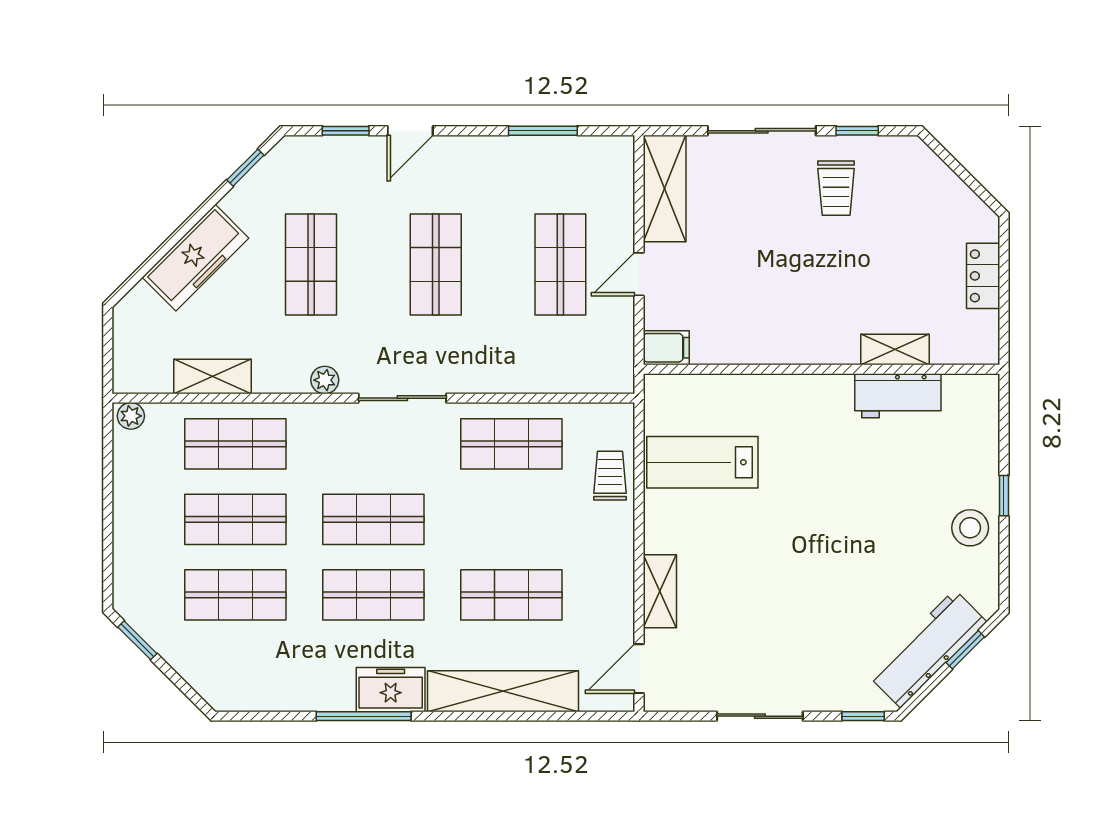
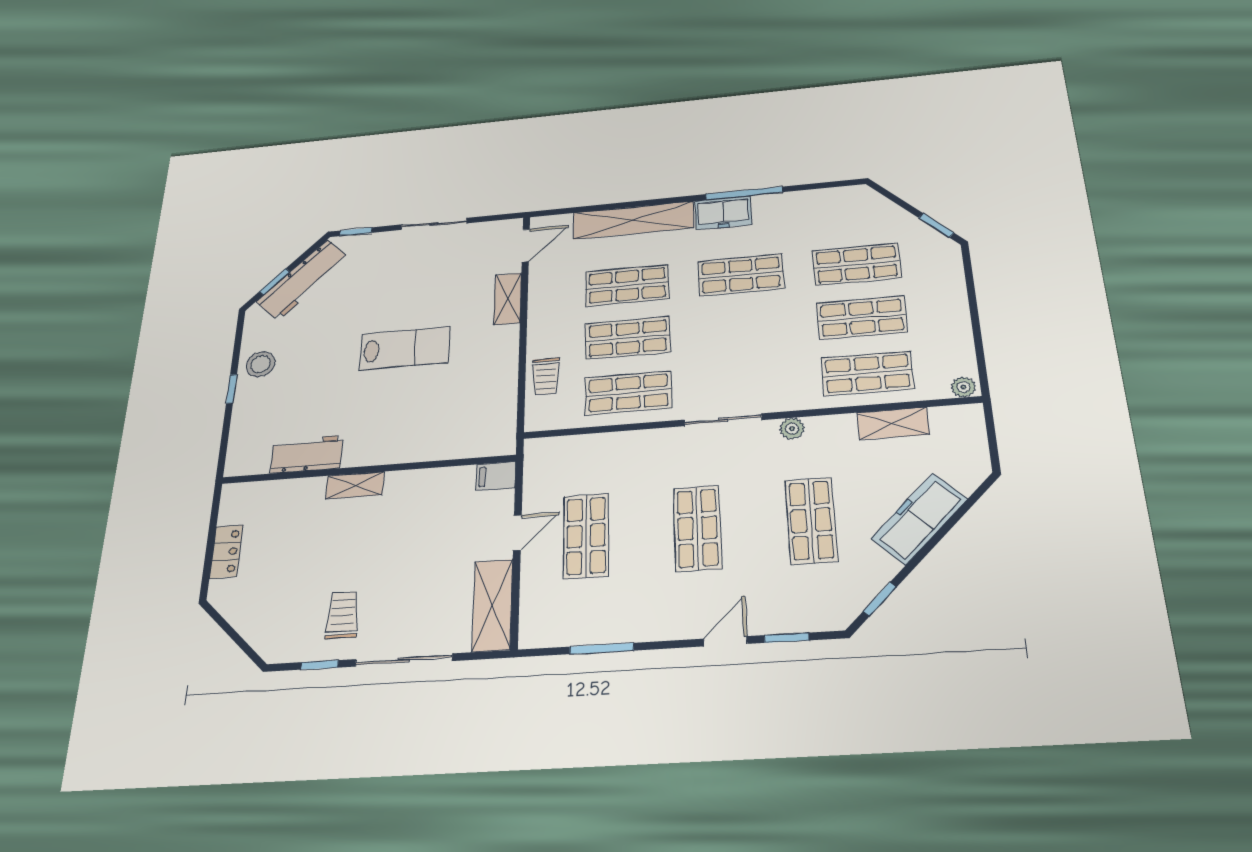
shelving: (895, 350) -> (355, 485), moved
lab bench: (702, 462) -> (405, 348), moved
shop shelf: (373, 519) -> (628, 338), moved

